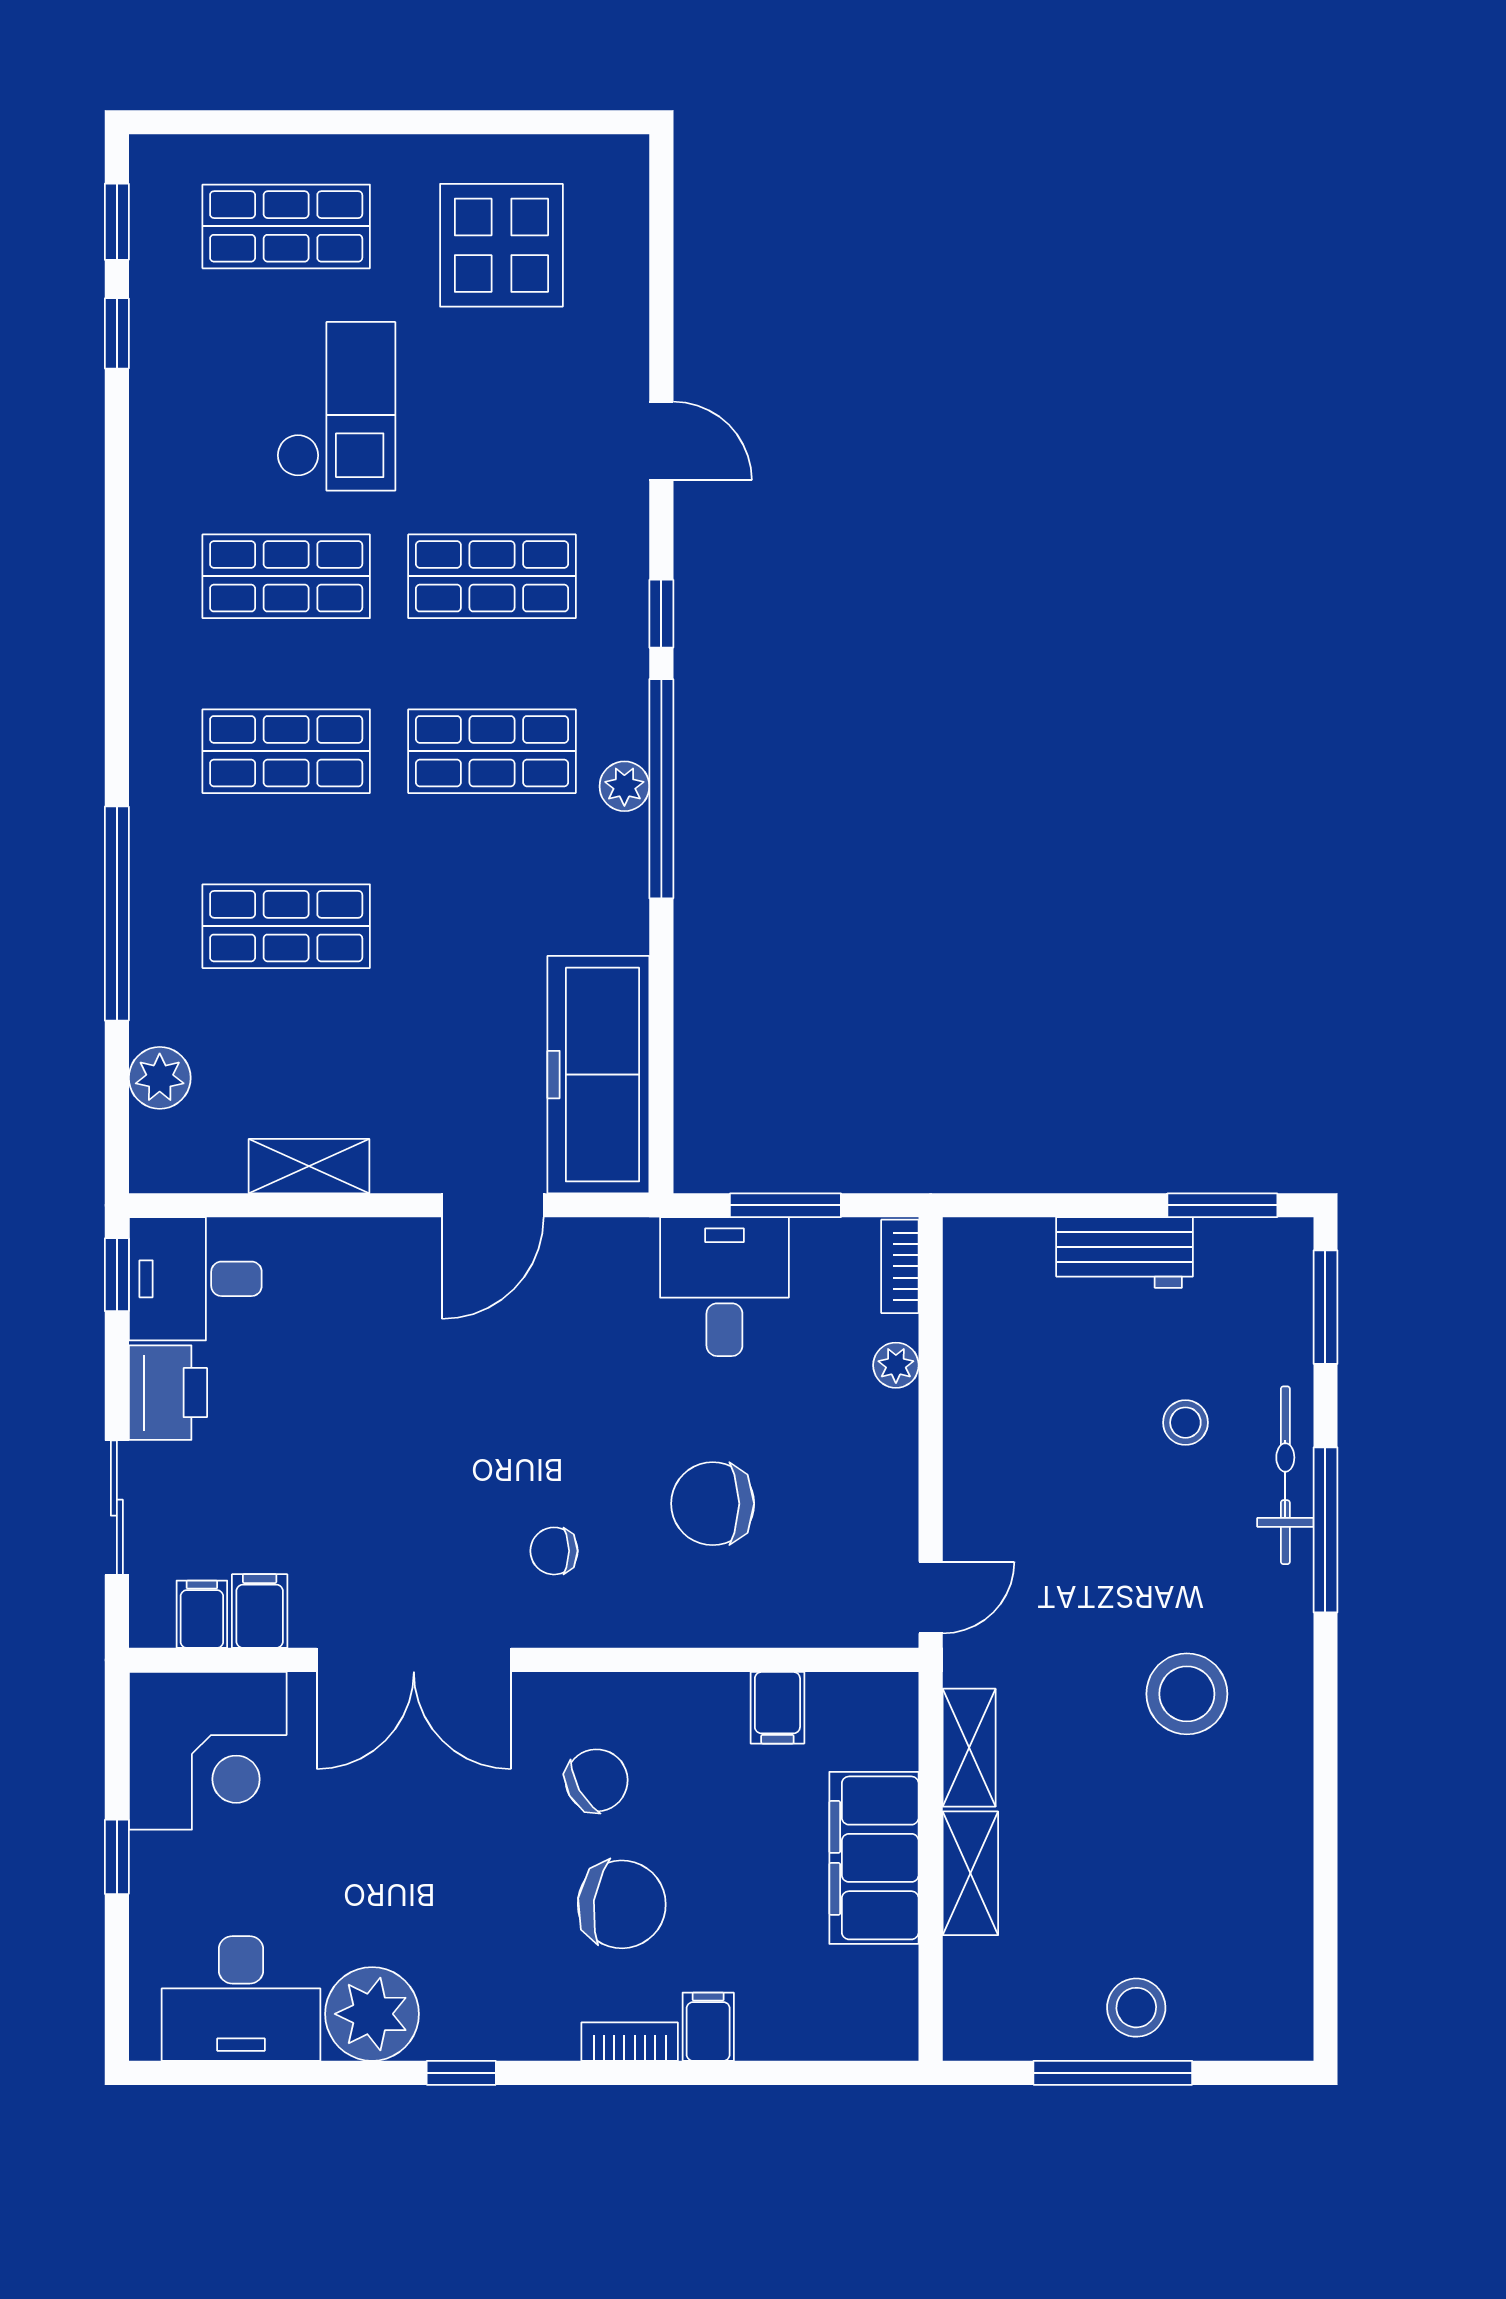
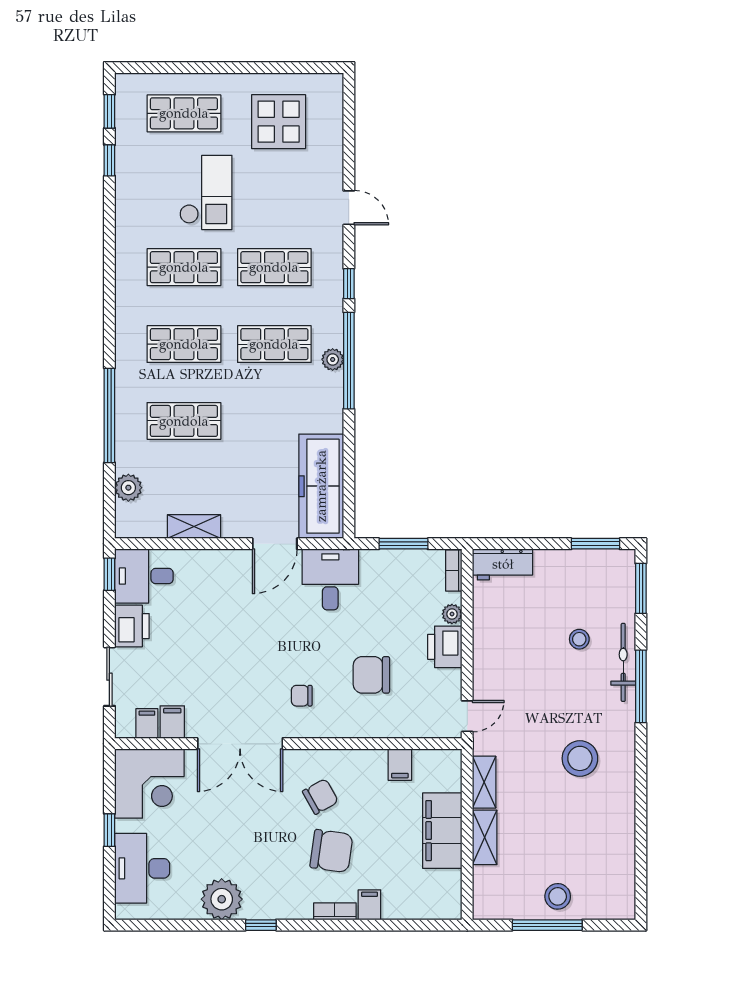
workbench: (1125, 1253) -> (503, 564), moved
desk: (724, 1287) -> (330, 579), moved
printer: (880, 1440) -> (445, 647), added
desk: (241, 1998) -> (142, 868), moved, turned 90

